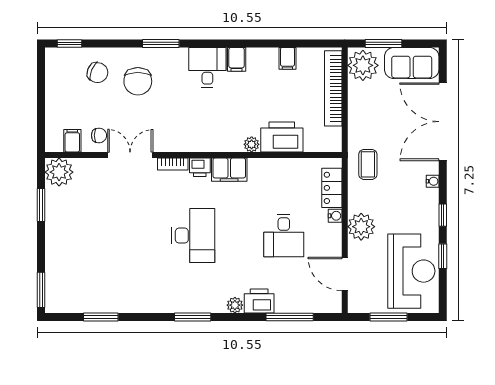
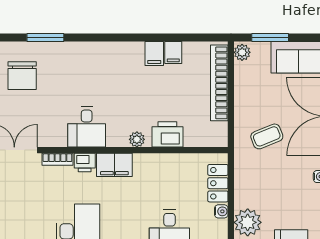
filing cabinet: (237, 59) -> (154, 54), moved
plant: (363, 65) -> (242, 52), width x0.53, depth x0.53
desk: (207, 67) -> (87, 127), moved, turned 180
printer: (282, 137) -> (167, 134), width x0.73, depth x0.84
coffee table: (368, 164) -> (267, 136), moved, turned 68

